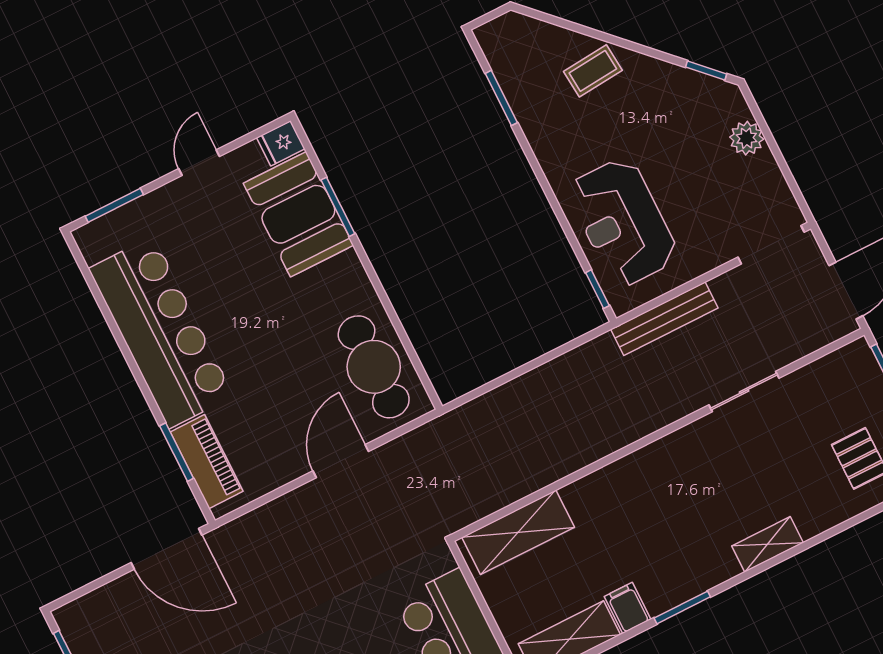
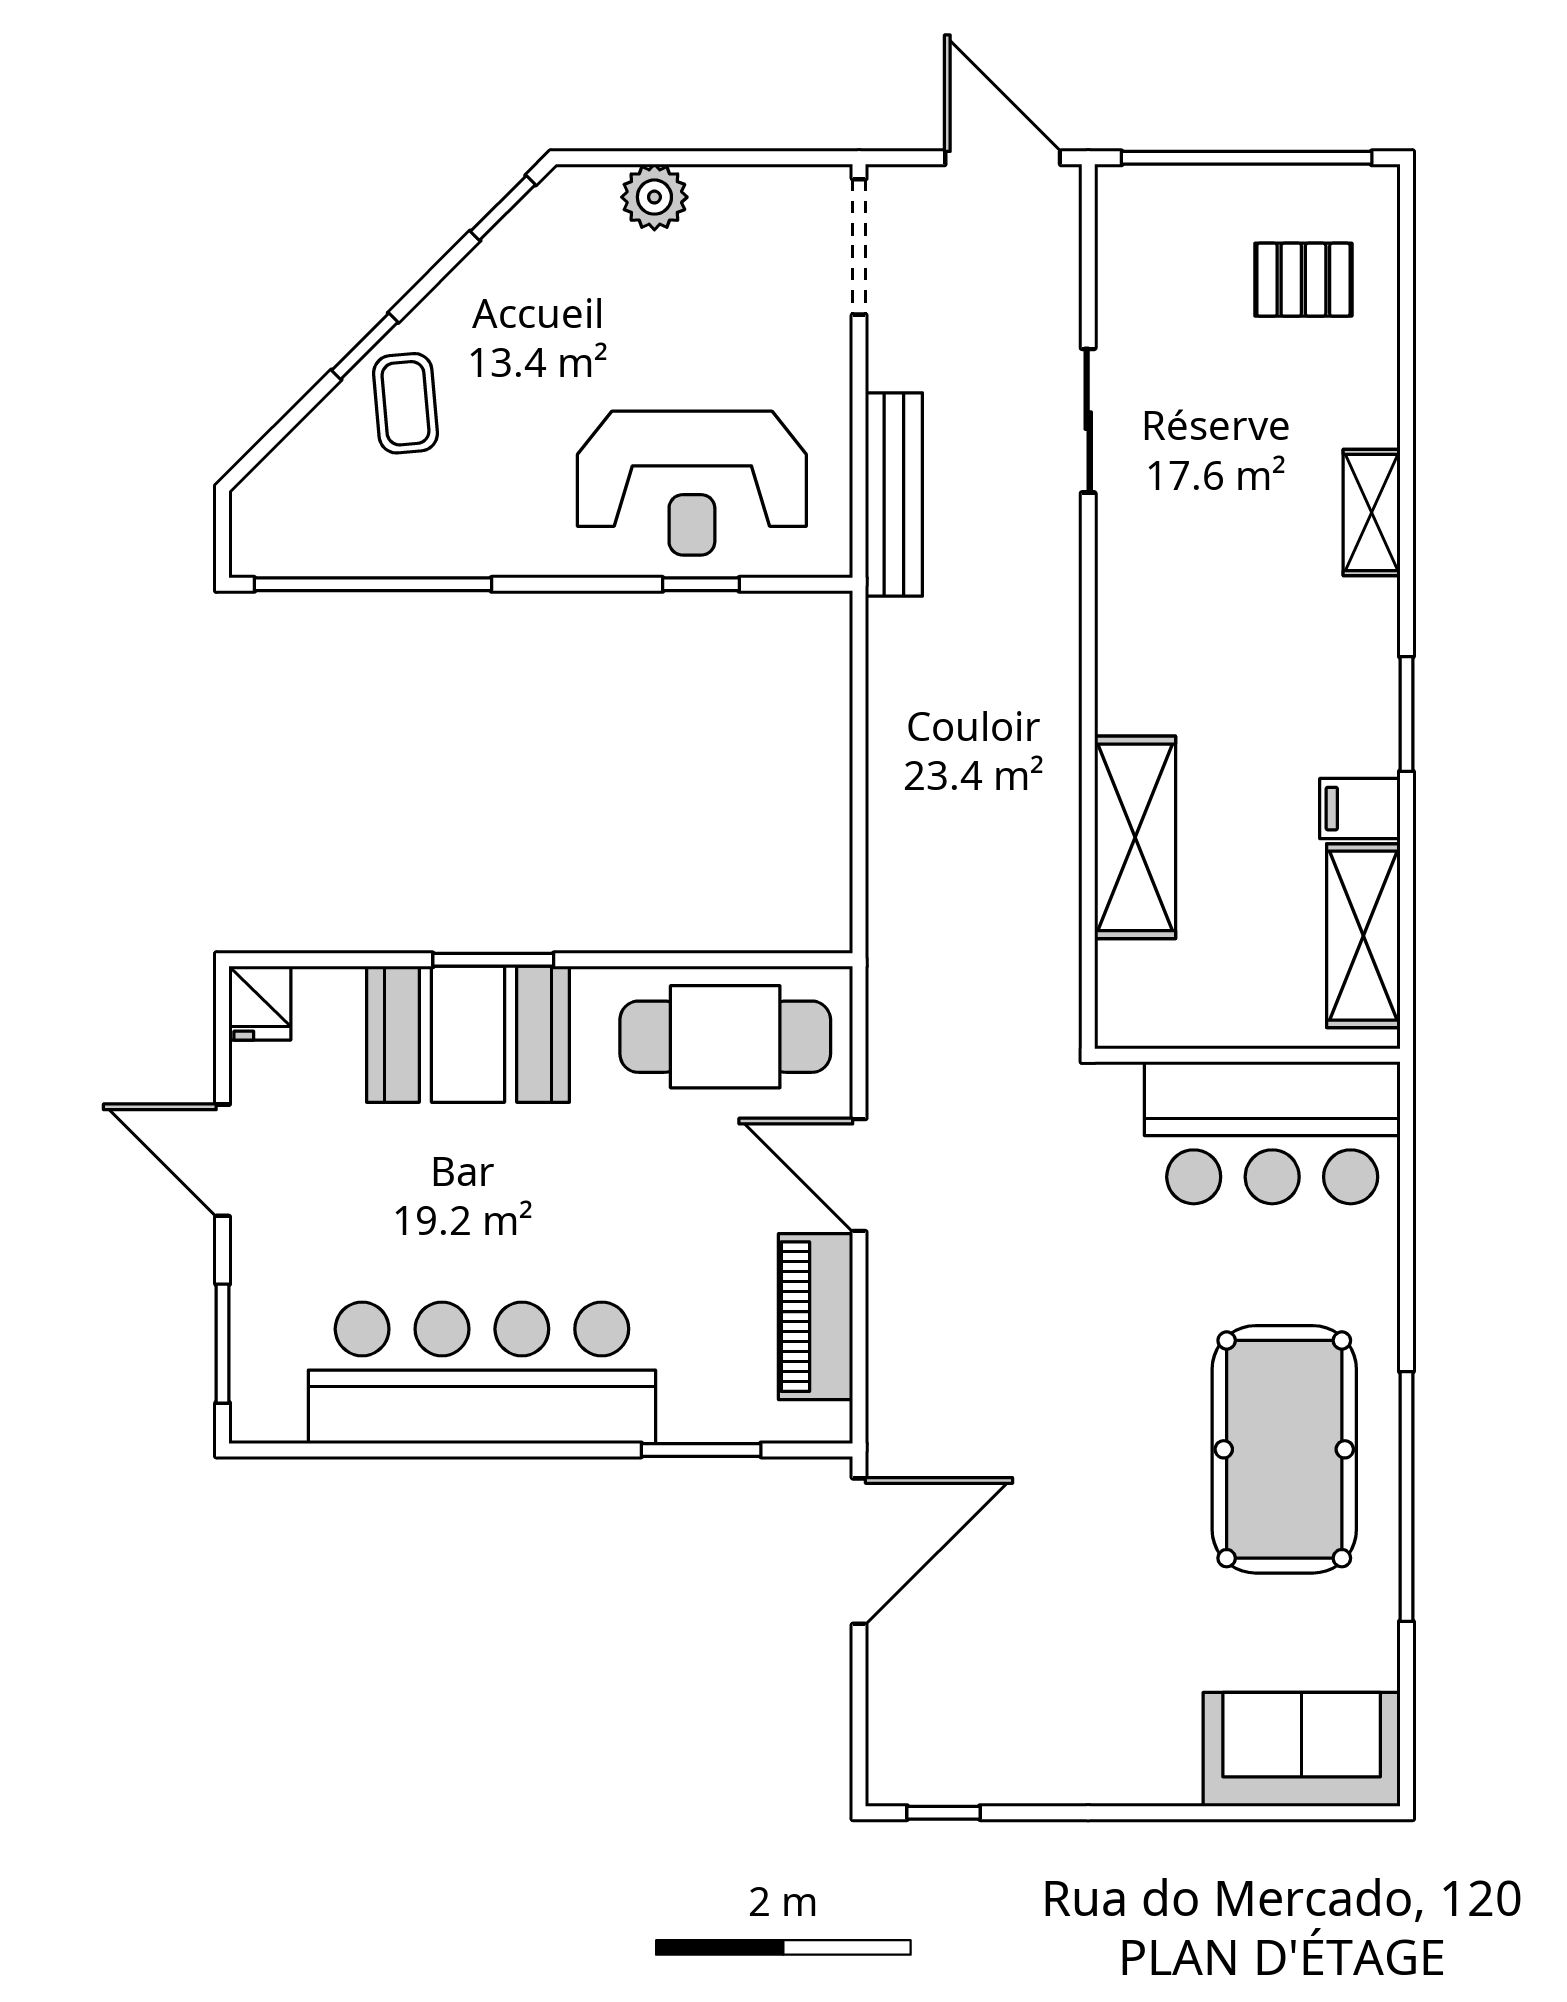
window: (610, 39) -> (365, 346), added
window: (501, 98) -> (373, 584), width x2.11
door: (199, 163) -> (223, 1160), width x1.38
window: (338, 207) -> (493, 960), moved
booth: (298, 214) -> (468, 1034), moved
window: (597, 289) -> (701, 584), moved
piano: (207, 462) -> (816, 1317), moved, turned -90
shelving: (518, 532) -> (1135, 837), moved

